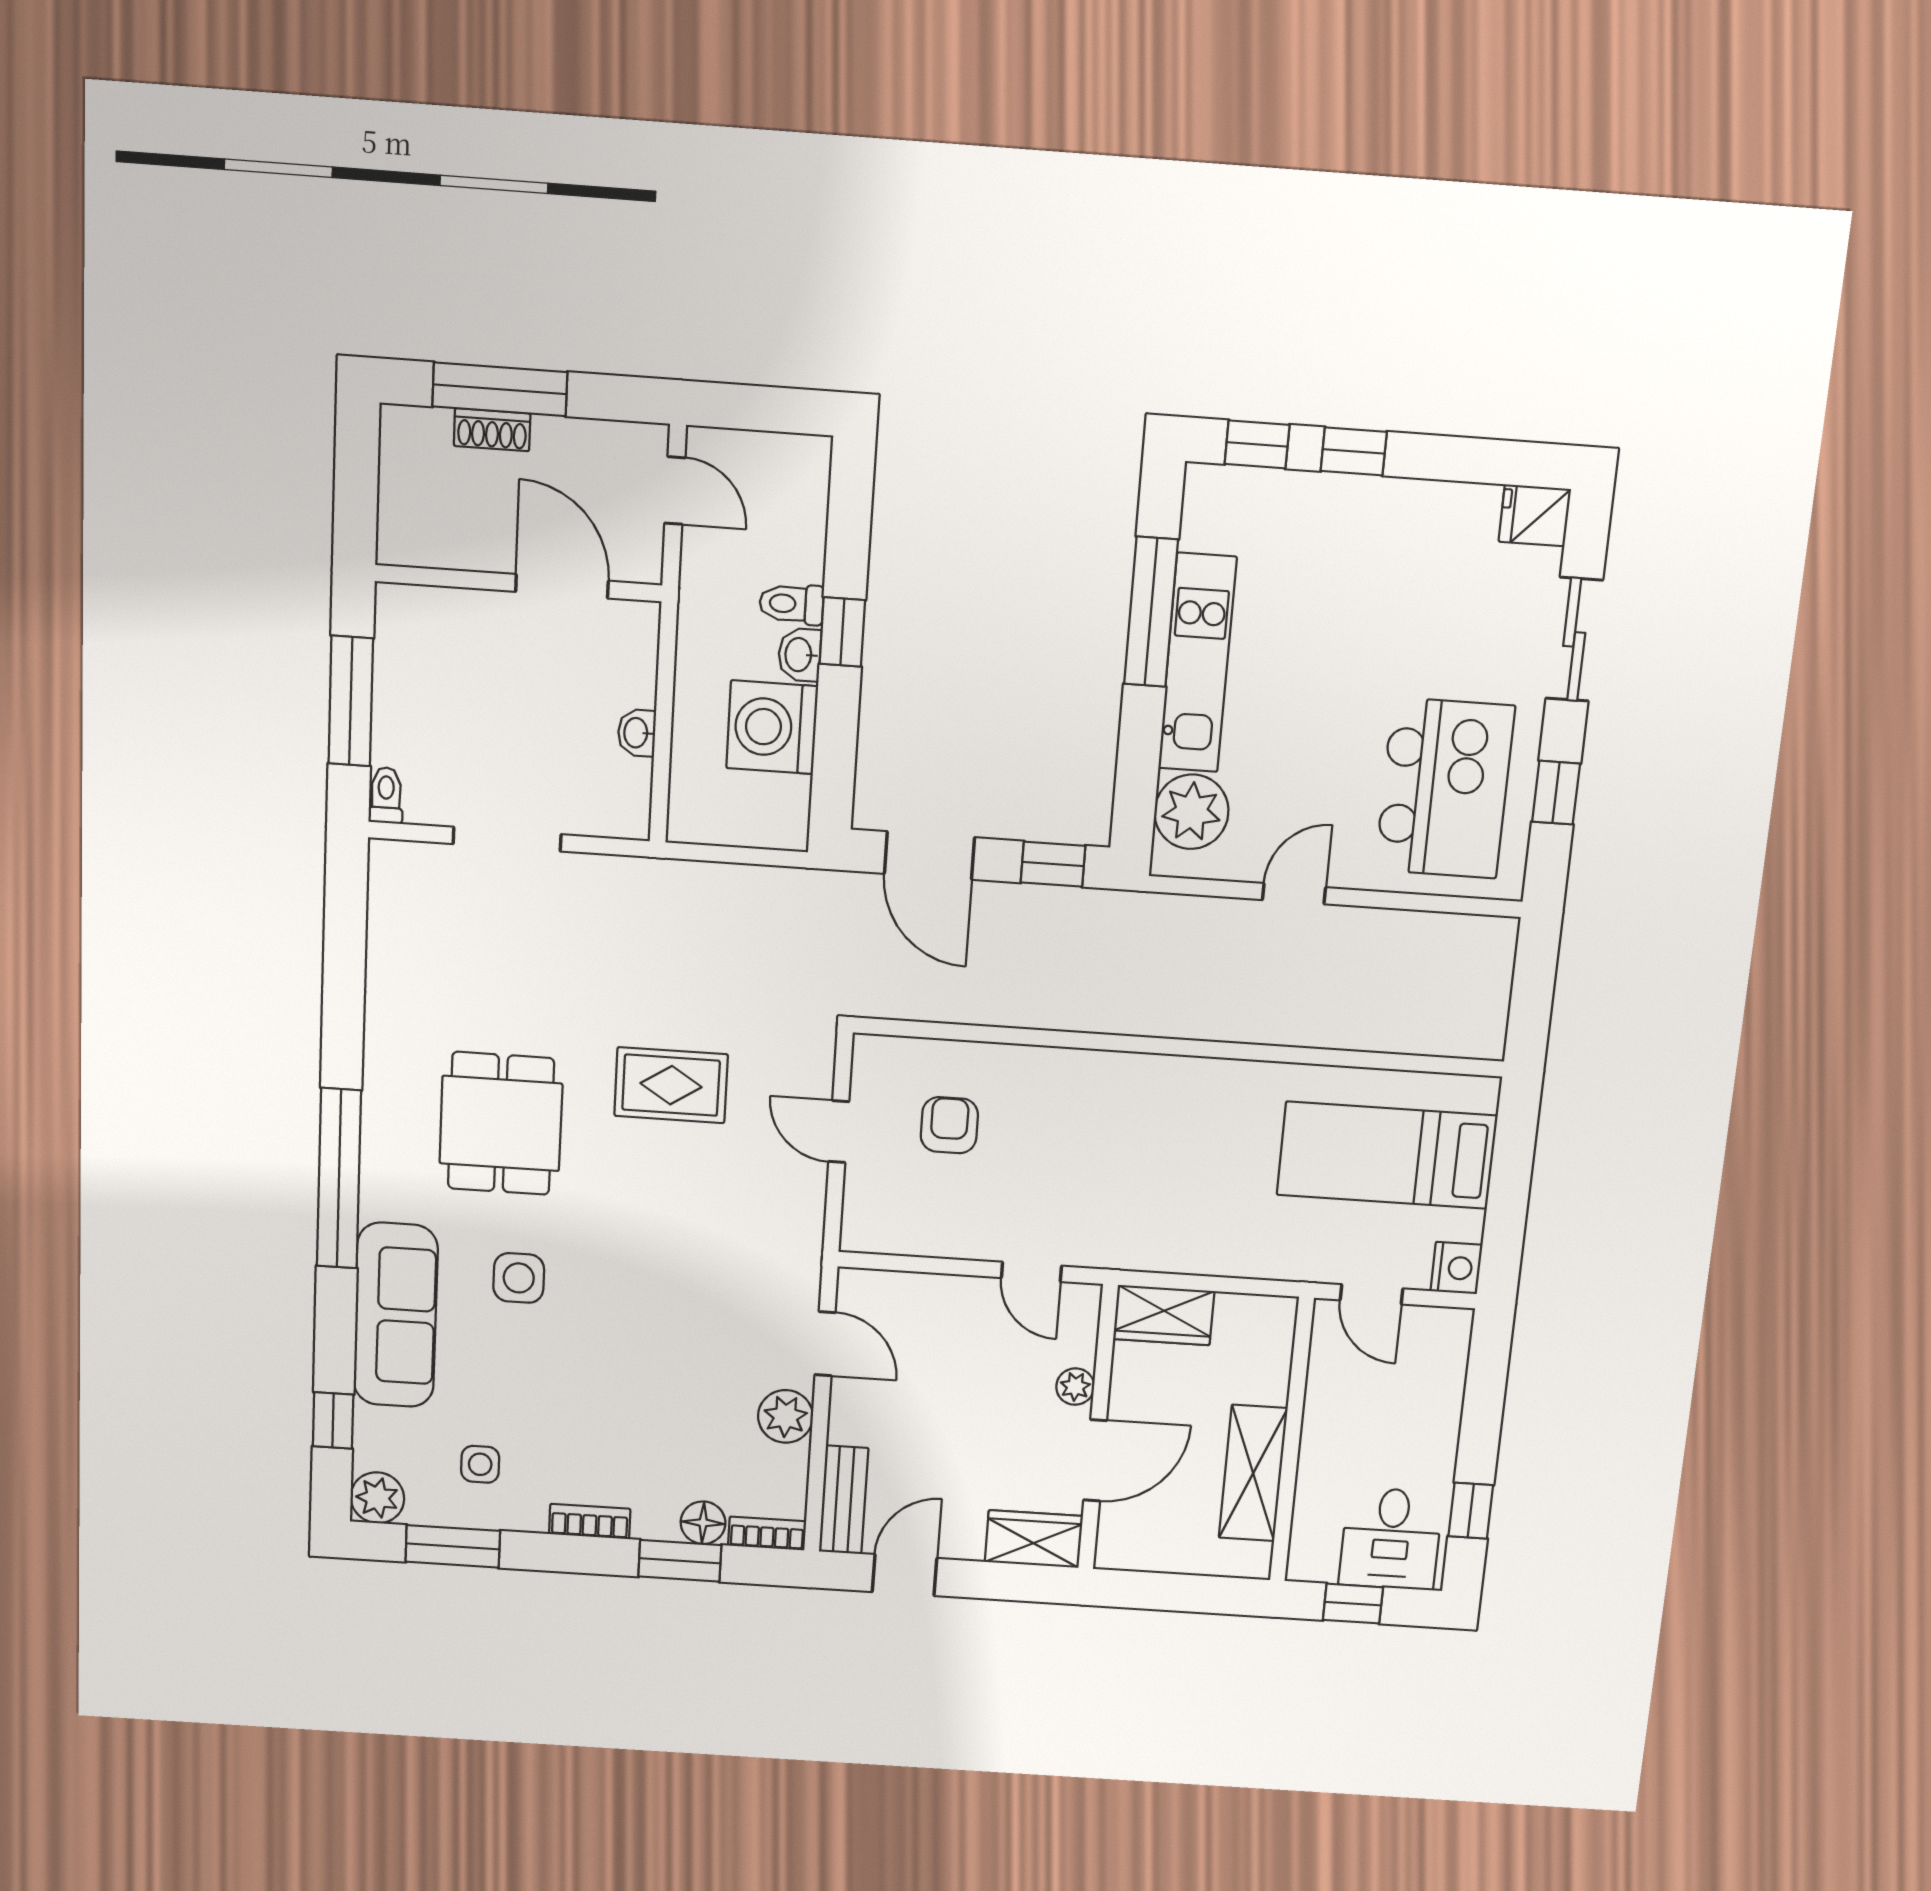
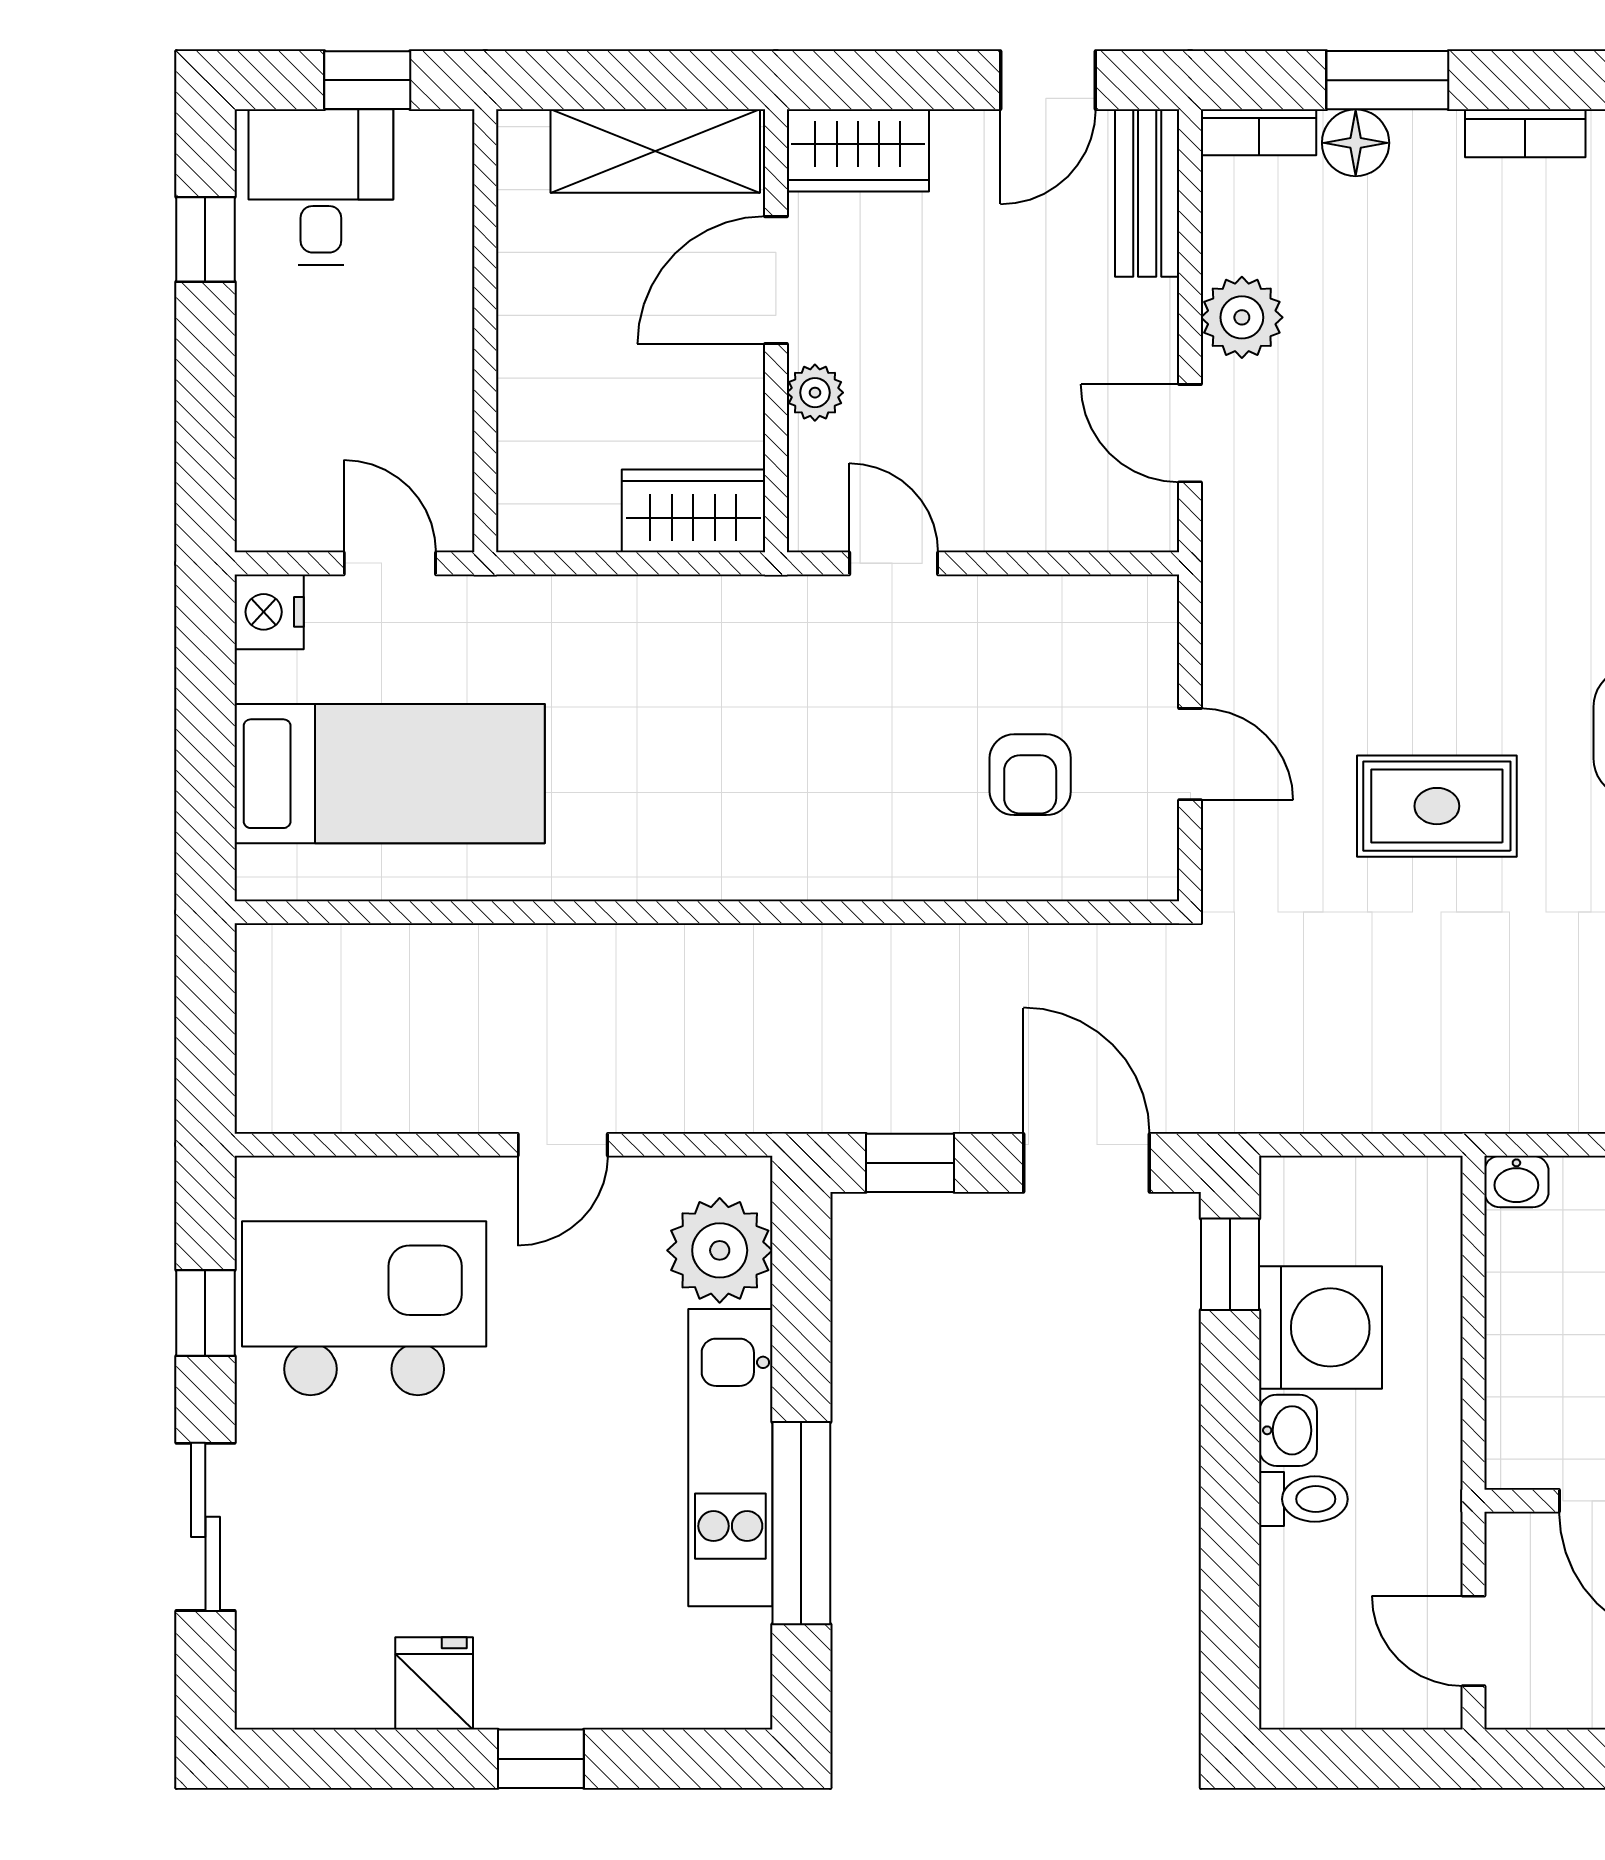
window: (1257, 444) -> (675, 1759), removed
fridge: (1535, 515) -> (434, 1683), moved, turned -90
window: (842, 632) -> (1230, 1264), moved
washbasin: (637, 733) -> (1516, 1182), moved, turned 90
kitchen island: (1445, 788) -> (364, 1308), turned 90
shelving: (1253, 1473) -> (655, 151), moved, turned 90

